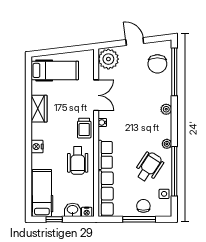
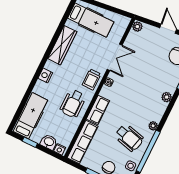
plant: (108, 59) -> (137, 27), width x0.53, depth x0.53
wardrobe: (39, 109) -> (62, 45), width x1.50
wheelchair: (149, 167) -> (129, 138), turned 71

